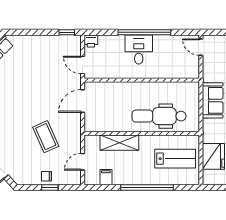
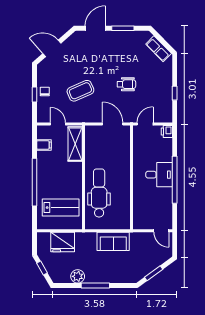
window: (67, 32) -> (175, 93), moved
door: (201, 47) -> (161, 231), swing flipped
wheelchair: (38, 86) -> (126, 84), added
shelving: (119, 143) -> (75, 144), moved
lab bench: (175, 159) -> (61, 208), turned -90

